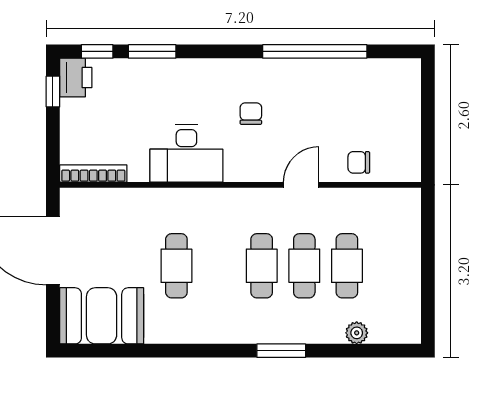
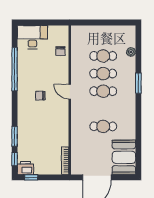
desk: (186, 154) -> (32, 37), moved, turned -90
door: (301, 185) -> (70, 92), moved

